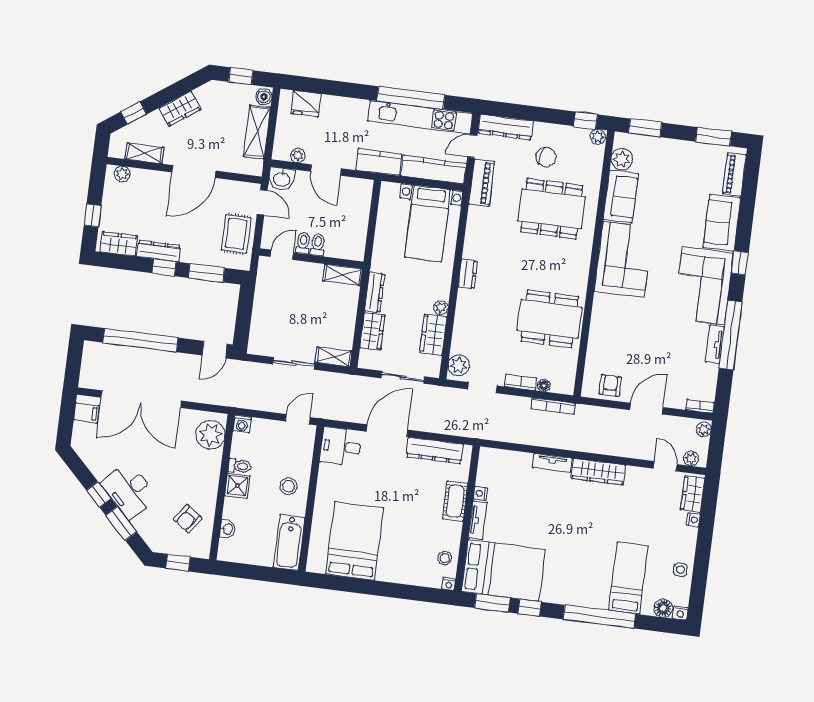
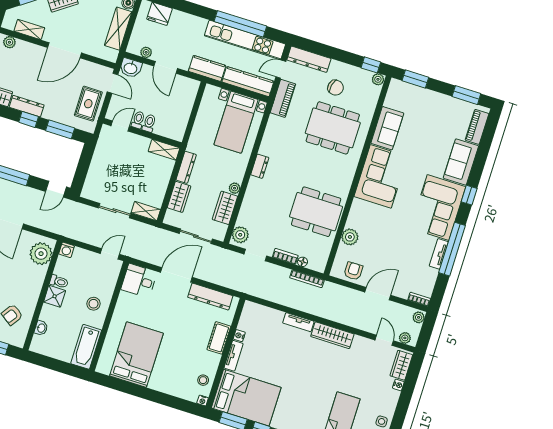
plant: (622, 159) -> (350, 237), moved

